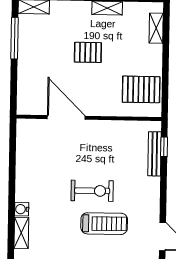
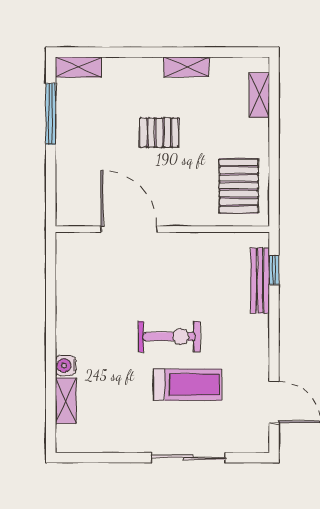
pallet: (141, 89) -> (239, 186), turned 90

